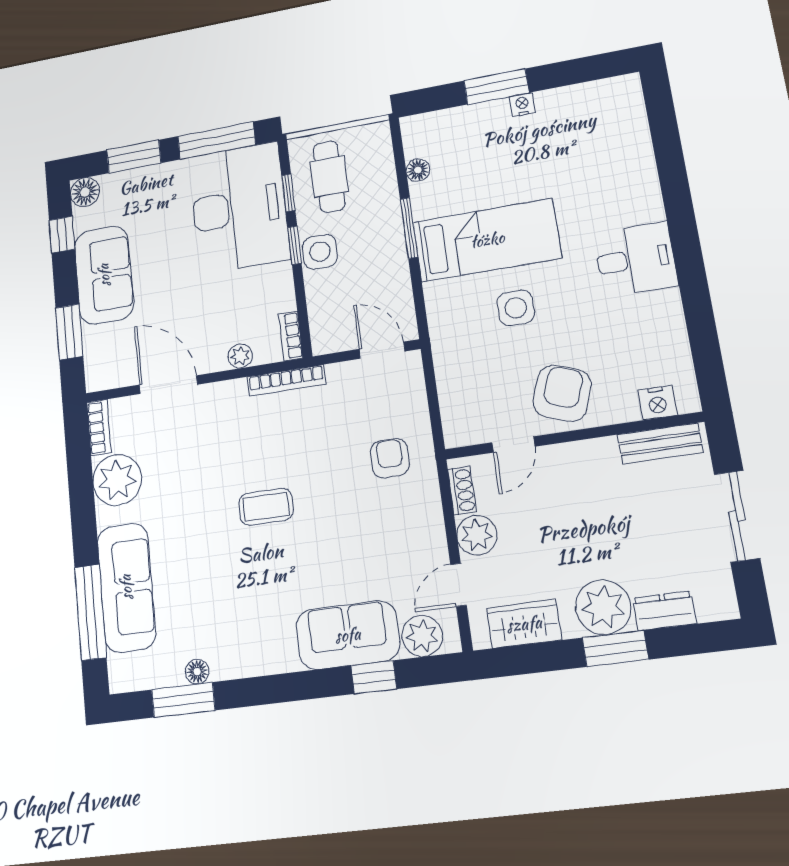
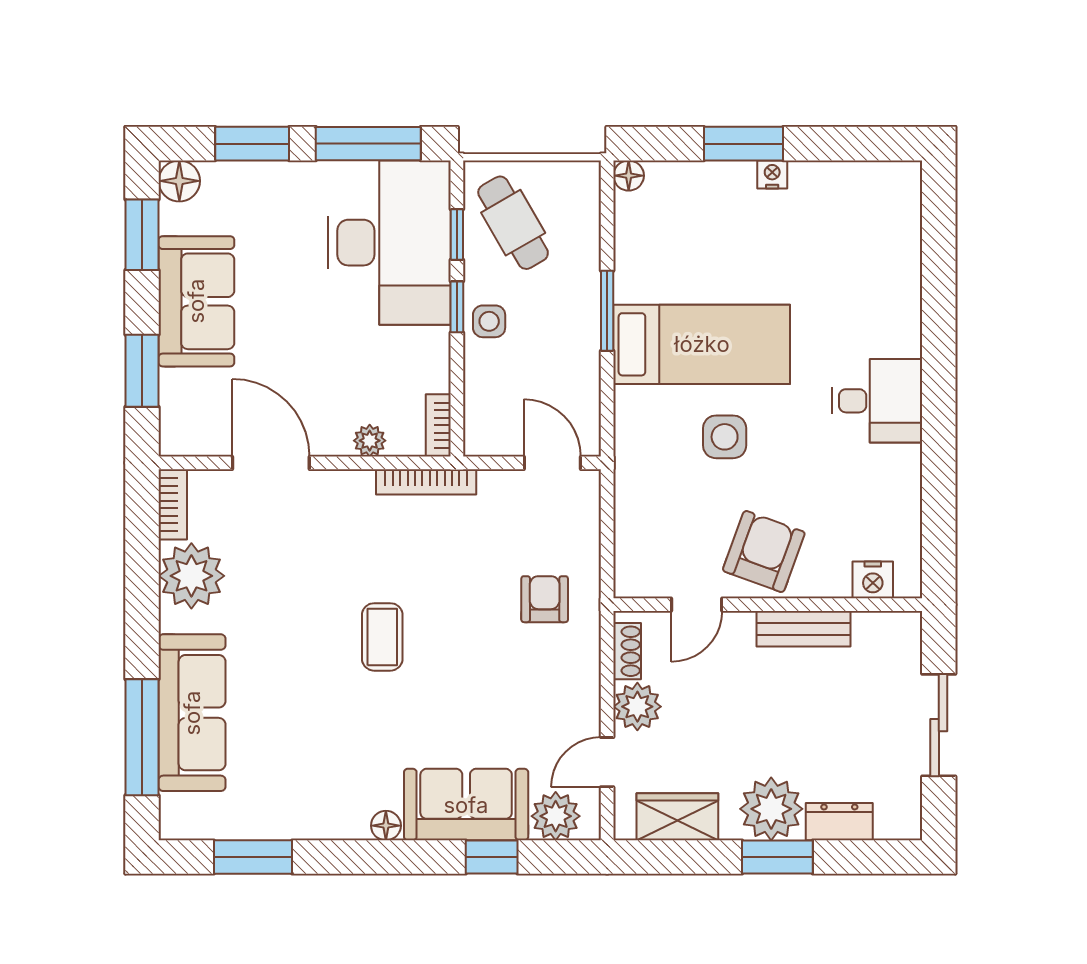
floor lamp: (418, 170) -> (629, 176), moved
cafe table: (329, 177) -> (513, 223), turned -30
window: (62, 235) -> (142, 235), width x1.50
side table: (320, 252) -> (489, 321), width x0.73, depth x0.73
bench: (660, 443) -> (803, 629), moved
coffee table: (266, 507) -> (382, 637), turned 90
floor lamp: (197, 672) -> (386, 826), moved

